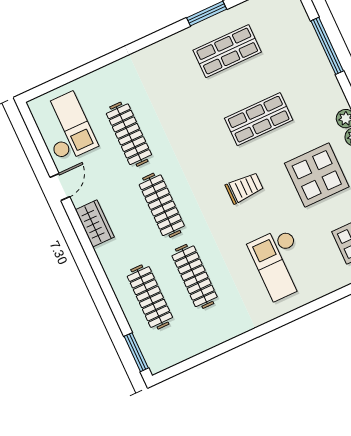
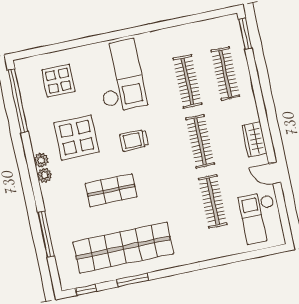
shop shelf: (227, 51) -> (123, 248), width x2.00, depth x1.36
door: (60, 187) -> (275, 173), hinge flipped
checkout: (280, 264) -> (120, 76), width x1.36, depth x1.21

